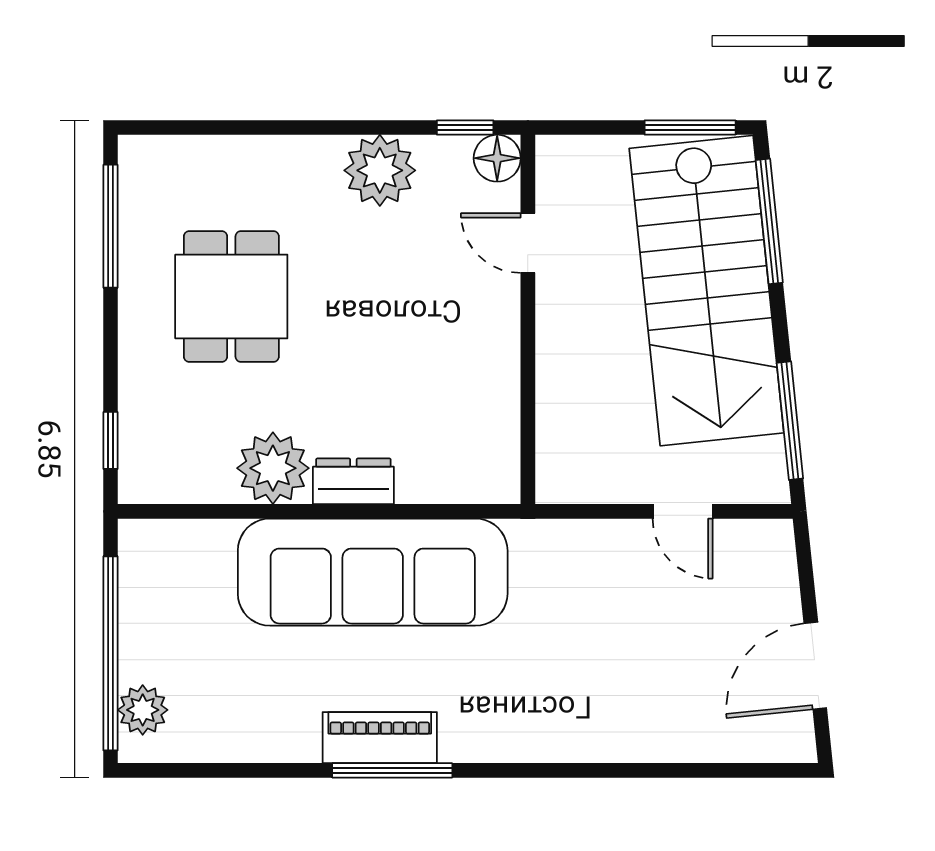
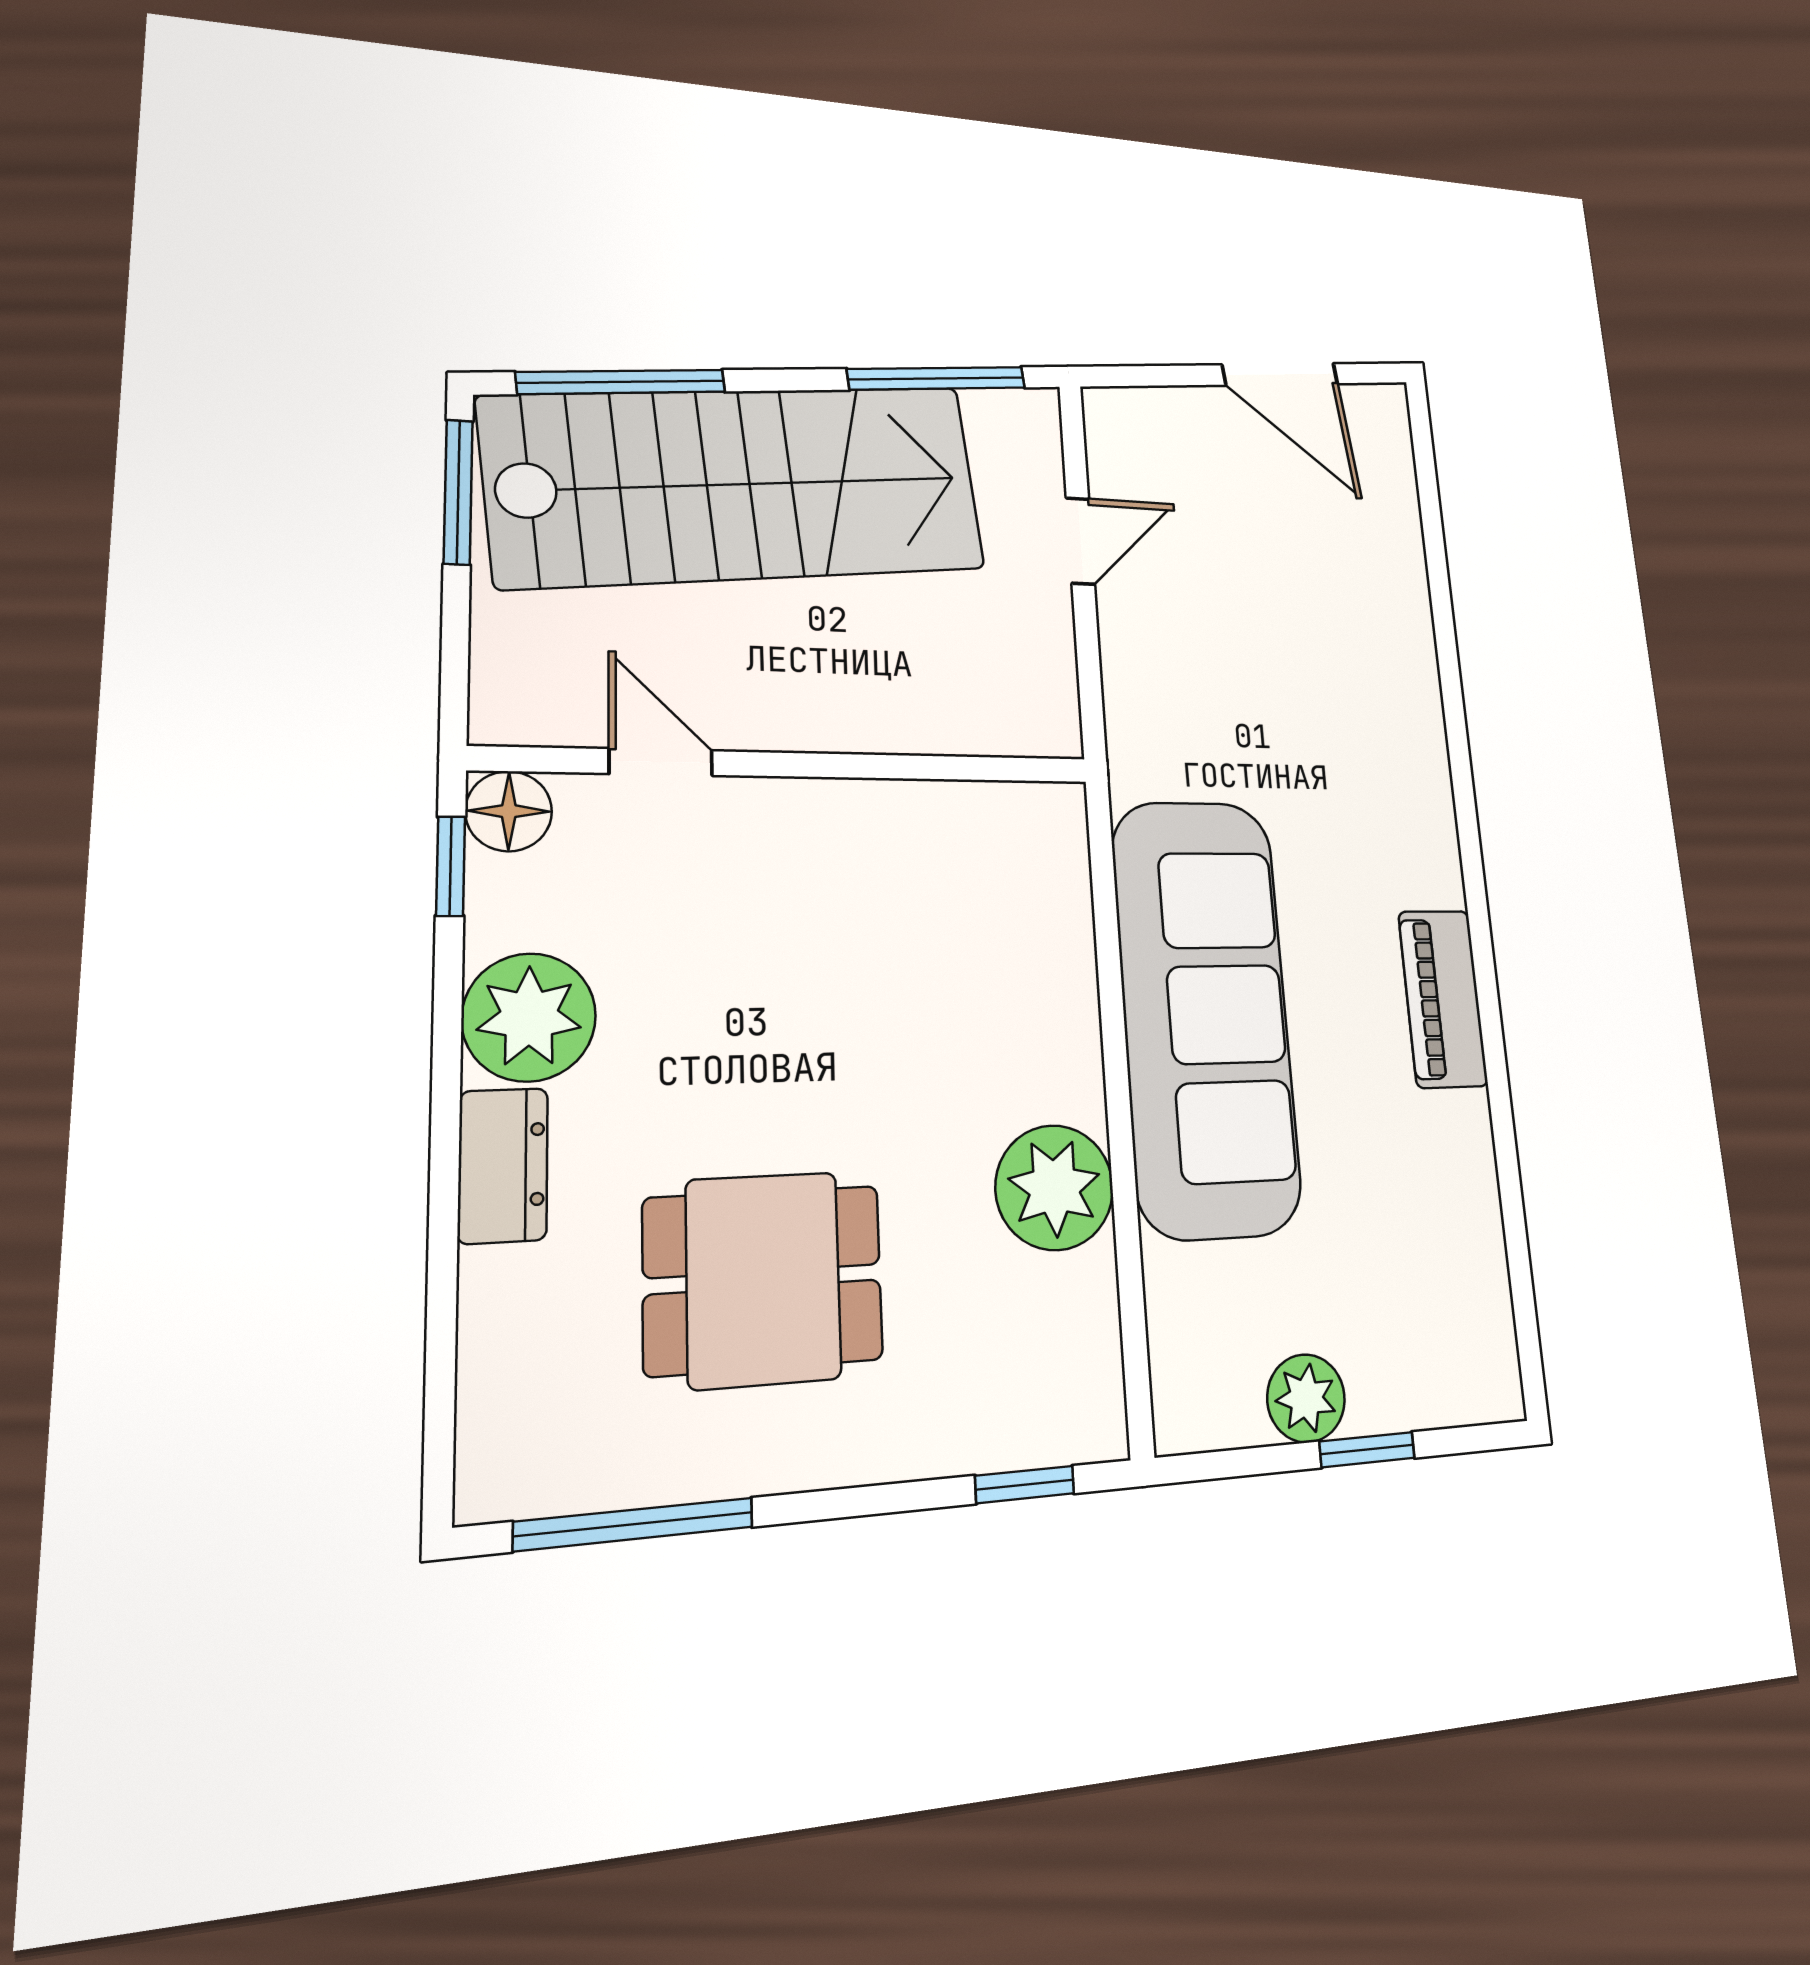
door: (528, 243) -> (661, 762), swing flipped
dresser: (353, 481) -> (503, 1165), moved, turned 180
window: (110, 653) -> (1367, 1450), width x0.32
plant: (143, 710) -> (1306, 1398), moved
window: (392, 770) -> (1486, 979), removed

